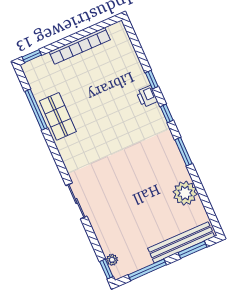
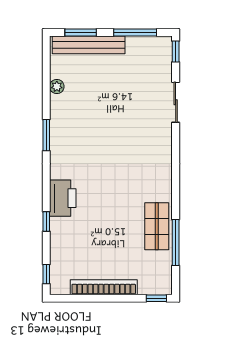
printer: (147, 96) -> (63, 198), width x1.87, depth x1.48
window: (167, 113) -> (46, 274), moved
plant: (185, 193) -> (57, 87), width x0.53, depth x0.53
sliding door: (76, 201) -> (176, 102), moved
plant: (112, 260) -> (166, 58), removed

